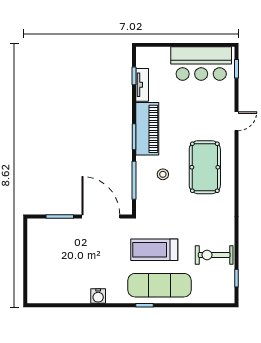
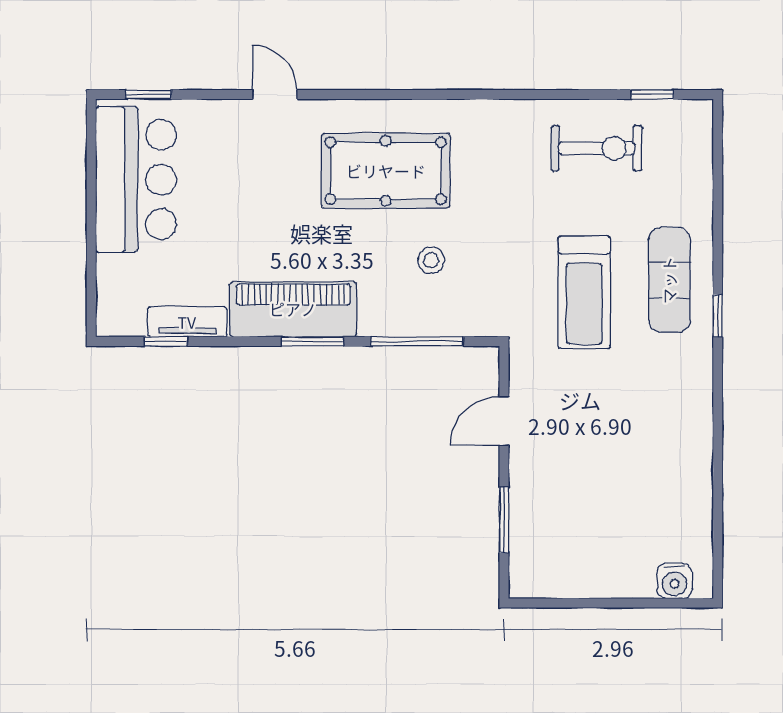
stool: (163, 174) -> (431, 260), moved
door: (101, 216) -> (504, 421), width x0.53
exercise bike: (214, 255) -> (597, 148), turned -90
exercise mat: (159, 285) -> (669, 280), width x0.73, depth x0.69
water cooler: (98, 296) -> (674, 581), moved, turned 90

